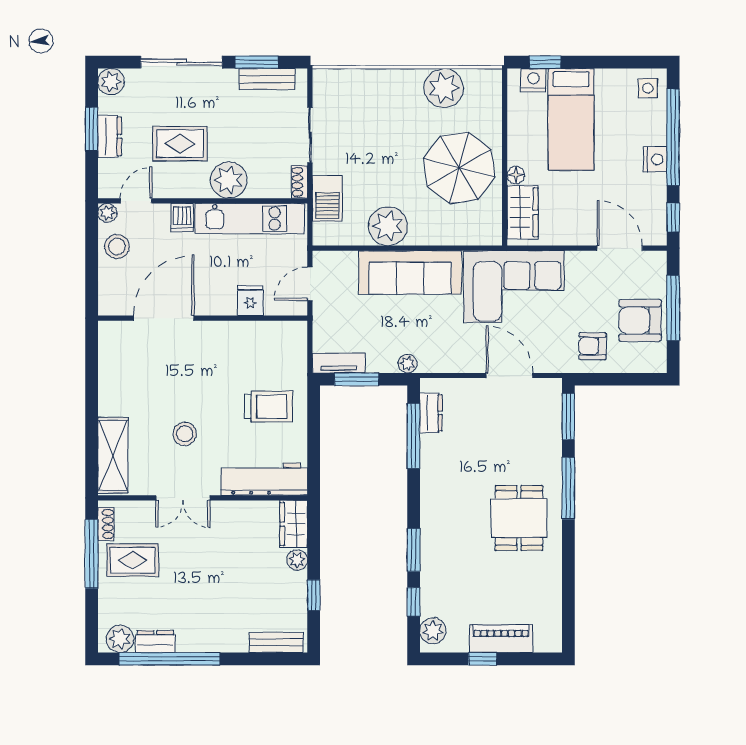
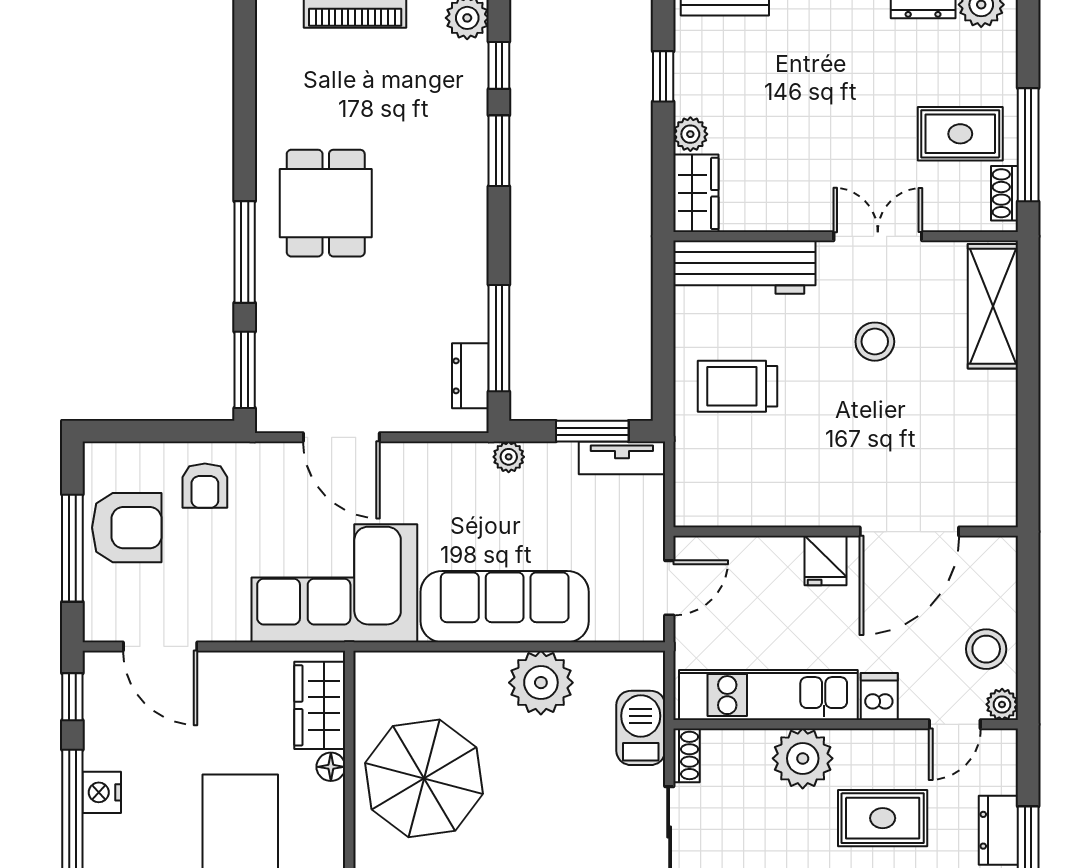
fridge: (250, 300) -> (825, 561), moved
armchair: (593, 346) -> (205, 486), turned 90

